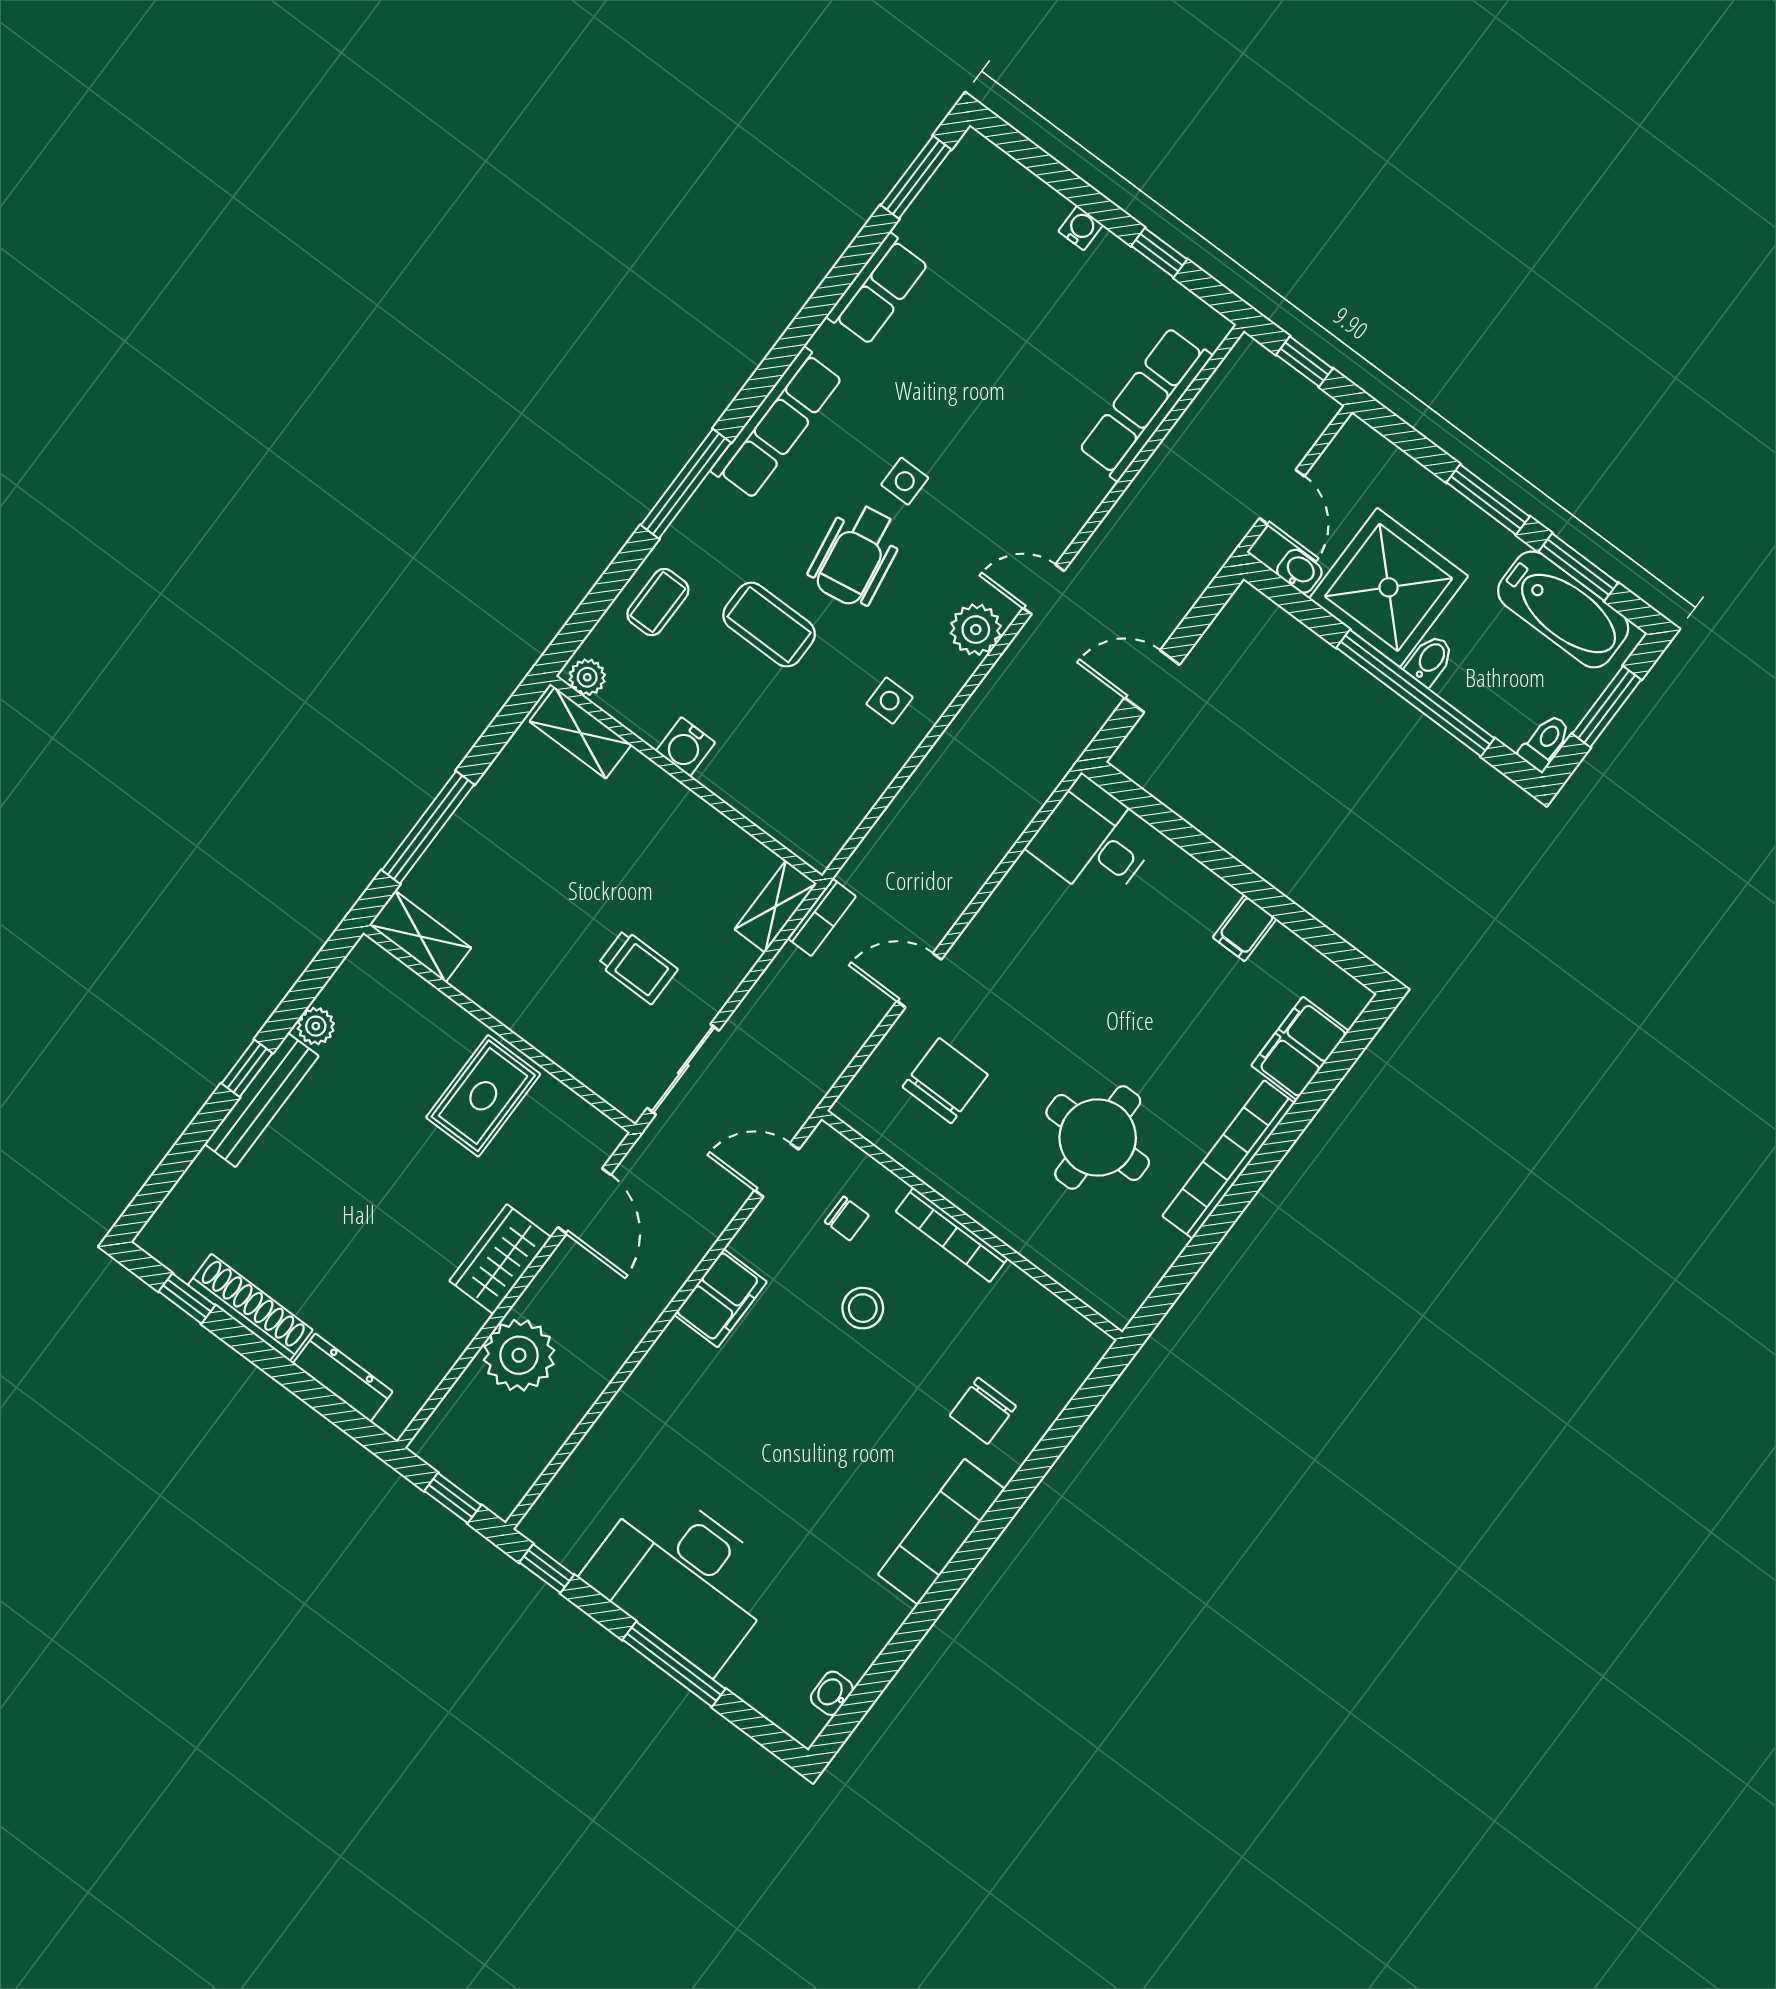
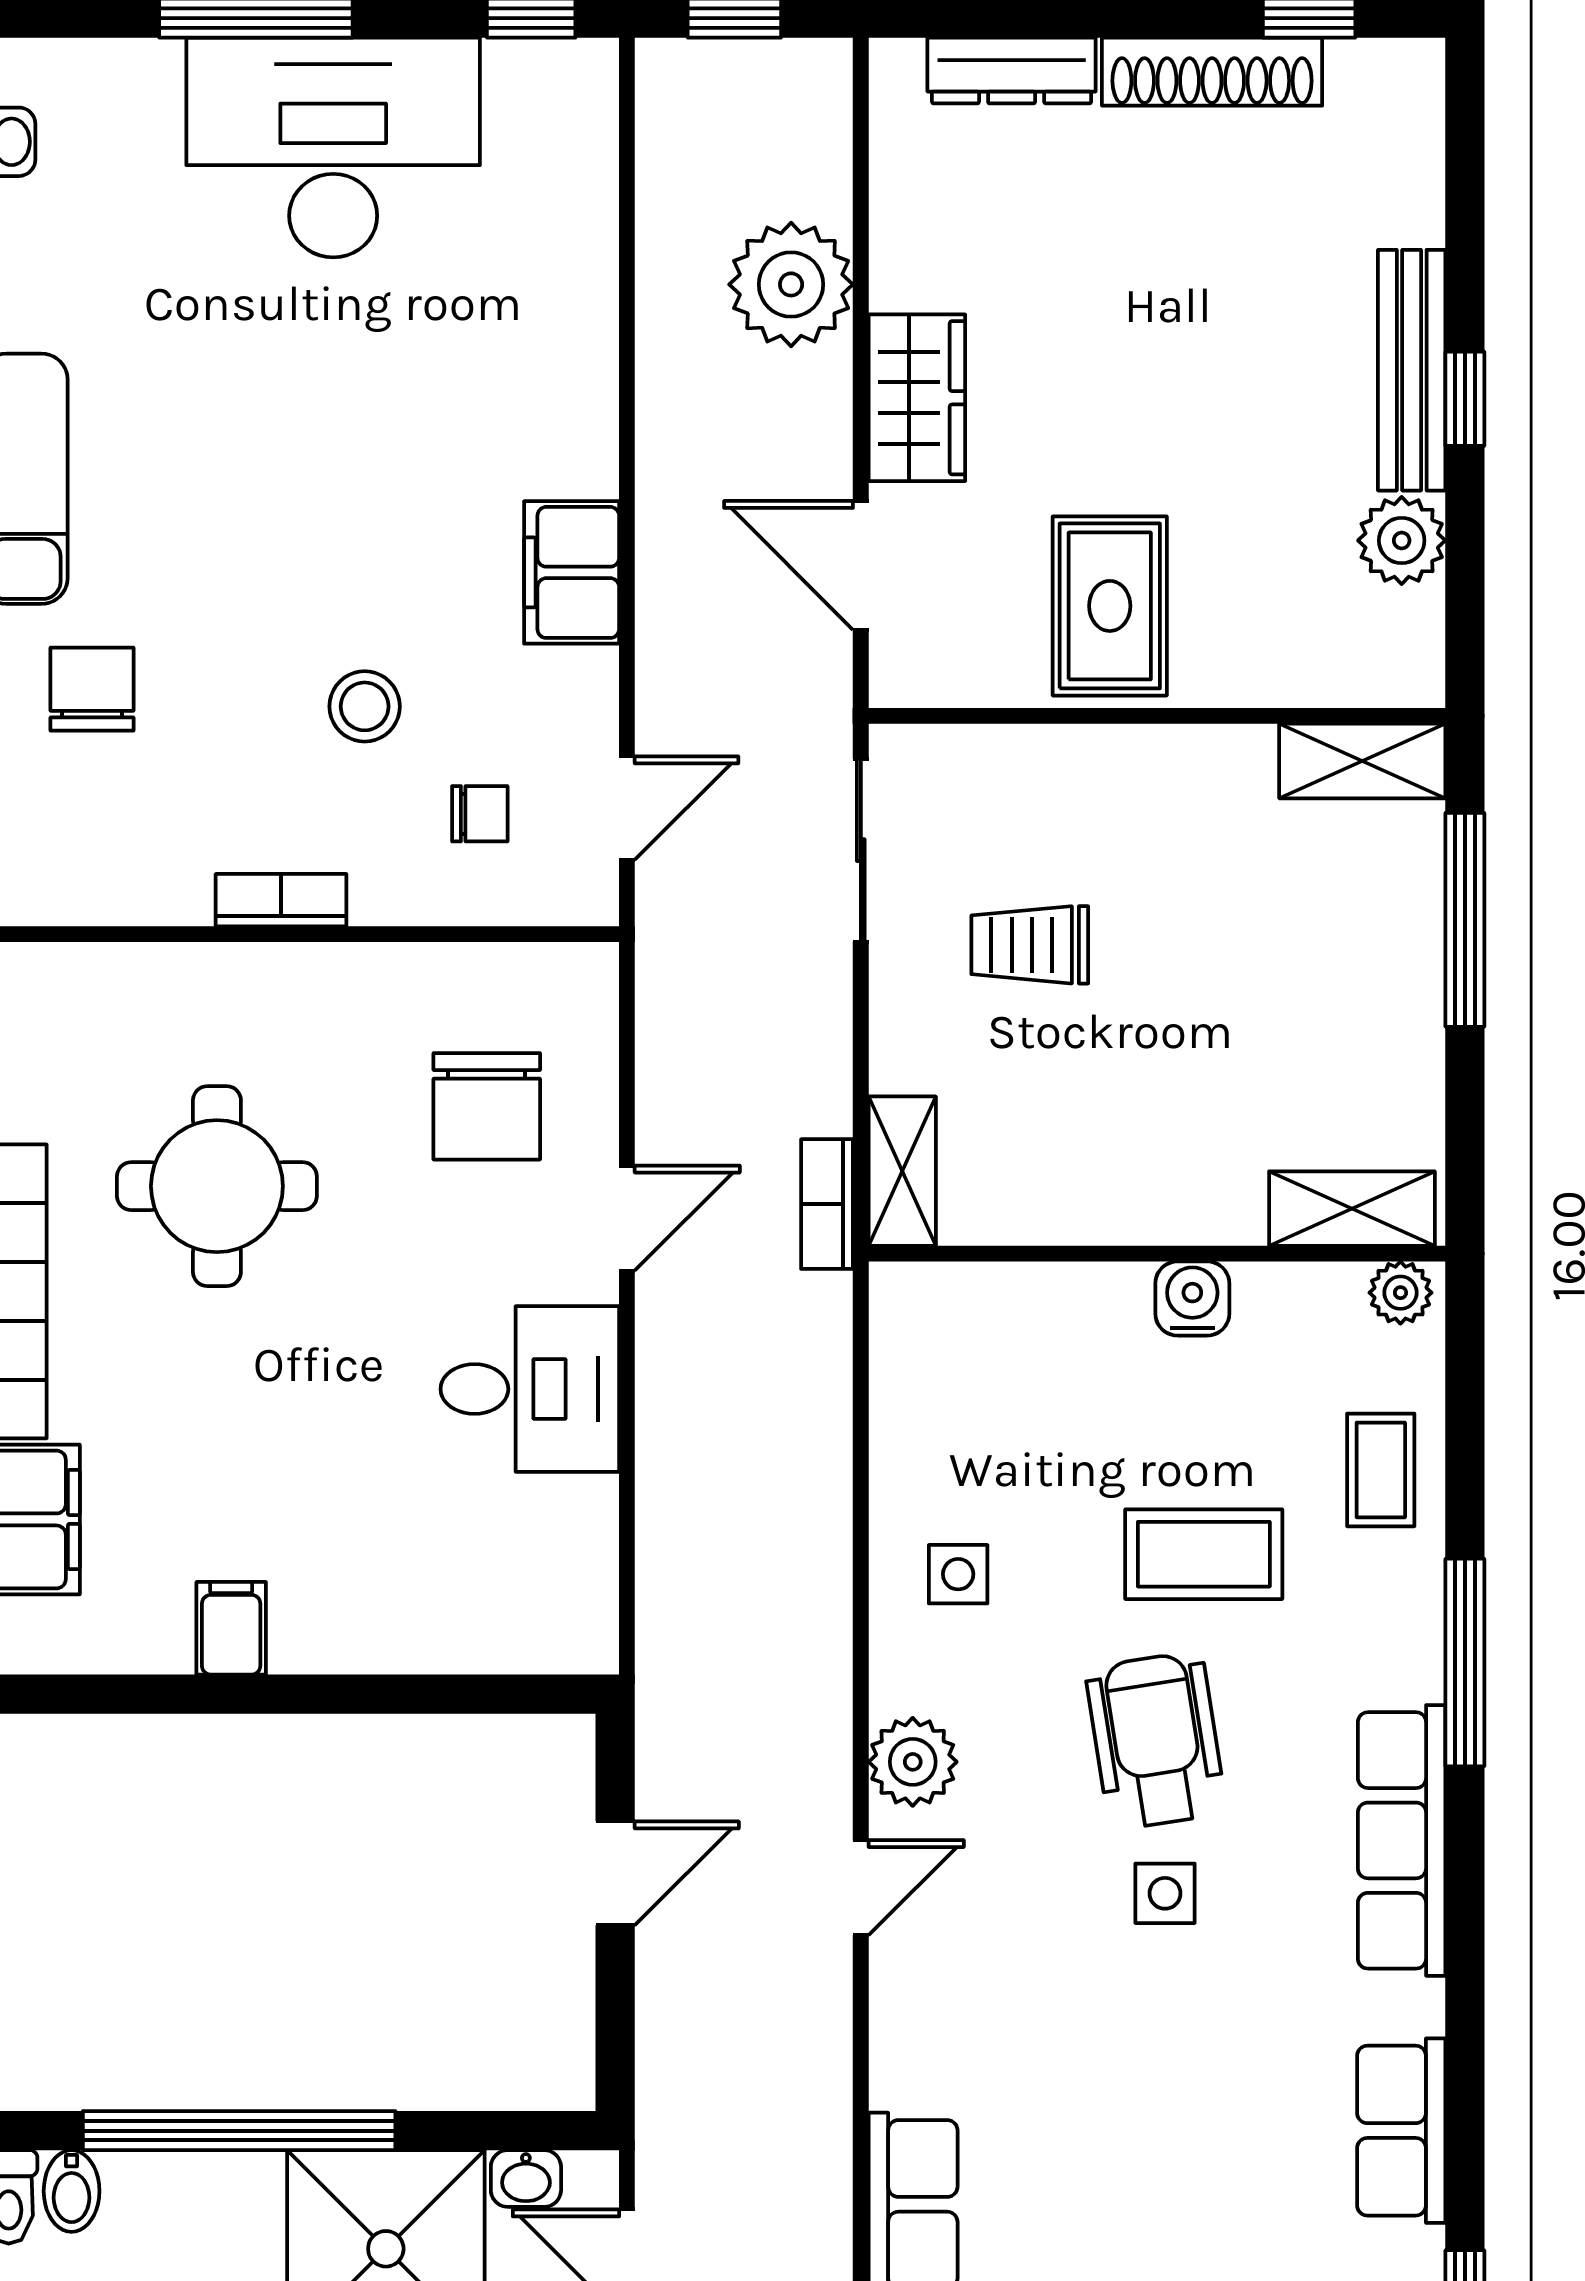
bidet: (1430, 660) -> (72, 2191), moved
desk: (1094, 841) -> (530, 1389), moved
plant: (316, 1026) -> (1402, 540), width x1.38, depth x1.38
chair: (847, 1218) -> (480, 814), turned 180
bookcase: (952, 1235) -> (281, 900), width x0.64

